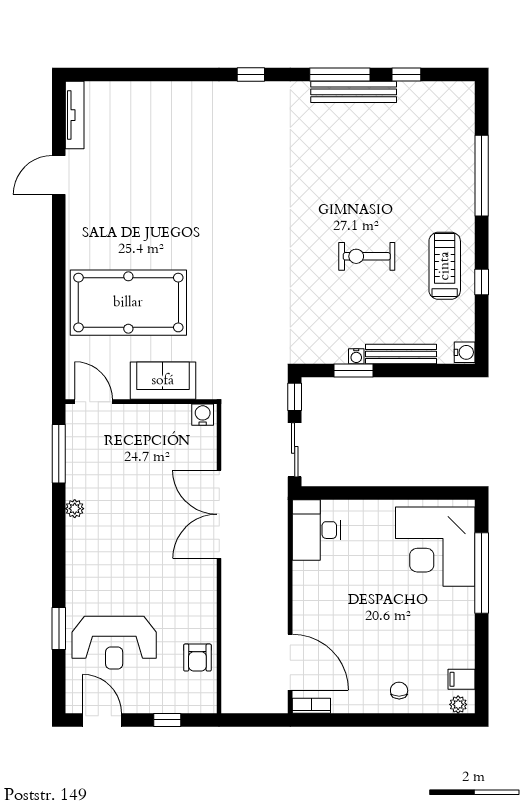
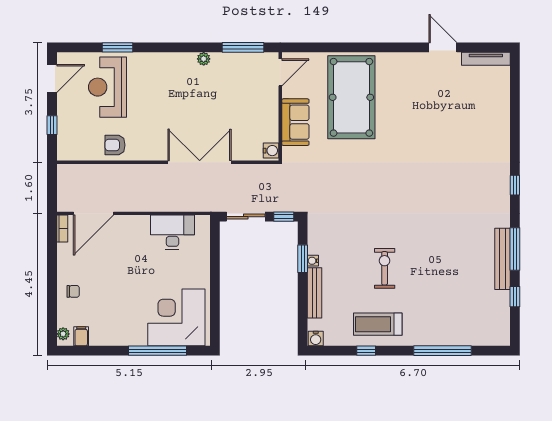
treadmill: (445, 266) -> (378, 324), turned 180
desk: (316, 530) -> (172, 232), moved
armchair: (197, 658) -> (115, 145), moved

